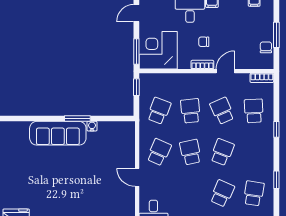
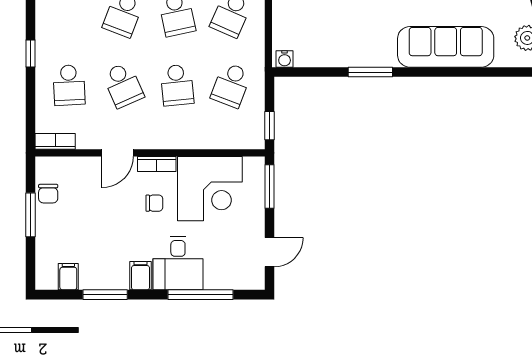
corner desk: (158, 50) -> (210, 189), moved
water cooler: (92, 126) -> (285, 59), moved
sofa: (58, 133) -> (446, 47), moved

